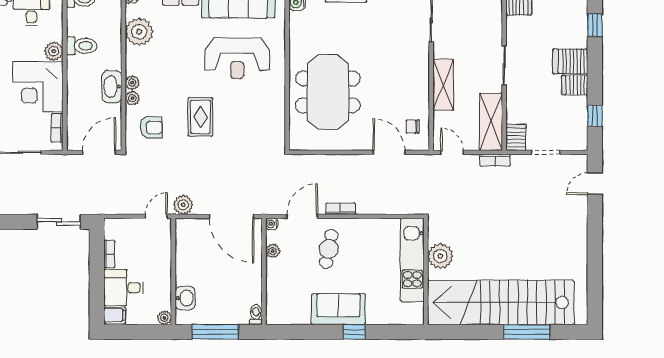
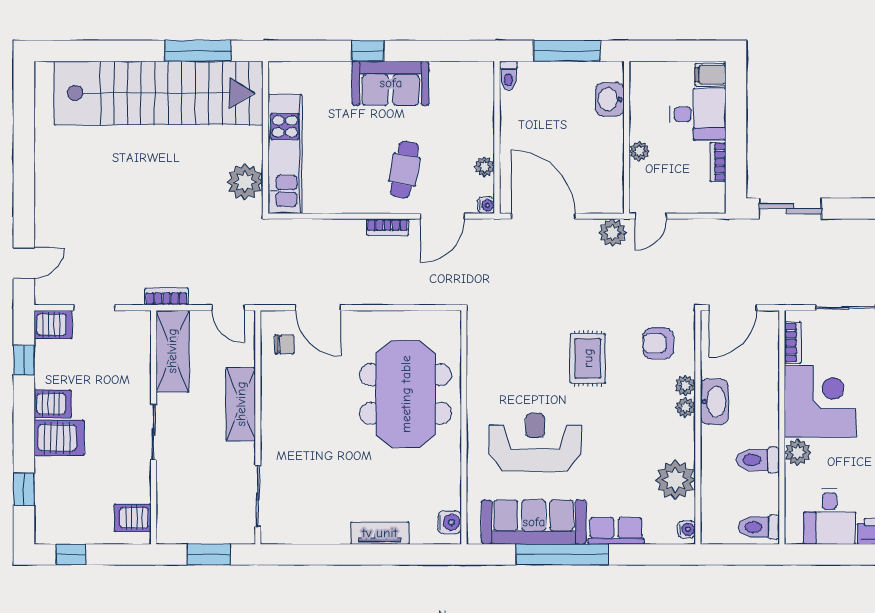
server rack: (516, 137) -> (53, 325), moved, turned -90
plant: (440, 256) -> (245, 182), moved
plant: (164, 318) -> (639, 151), moved
window: (527, 332) -> (198, 51), moved

